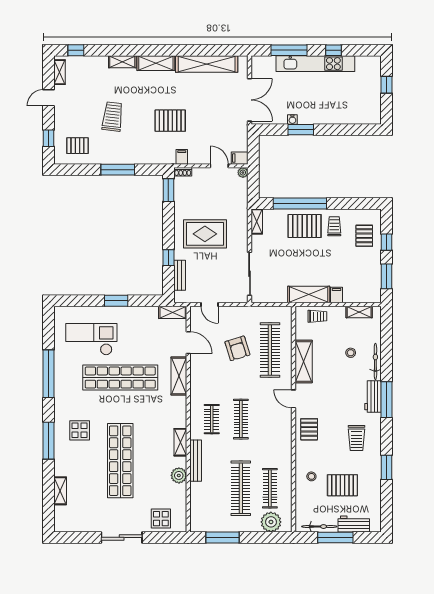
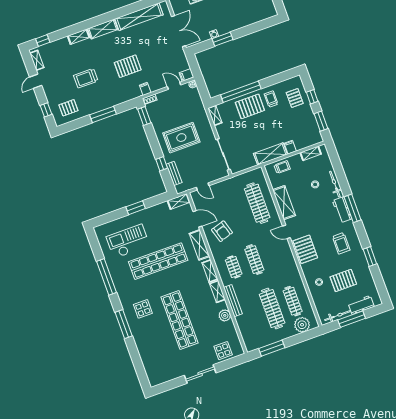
trolley: (113, 117) -> (86, 78), turned -97
armchair: (237, 348) -> (222, 231), moved
pallet: (309, 429) -> (305, 249), width x1.50, depth x1.42
shelving: (60, 491) -> (210, 271), moved

